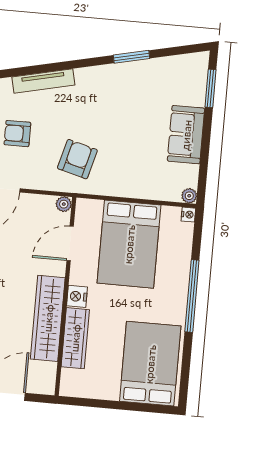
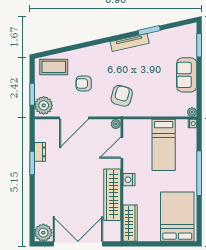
tv unit: (43, 81) -> (130, 43), moved
bed: (129, 244) -> (164, 145), width x0.67
wardrobe: (75, 338) -> (130, 223), moved

